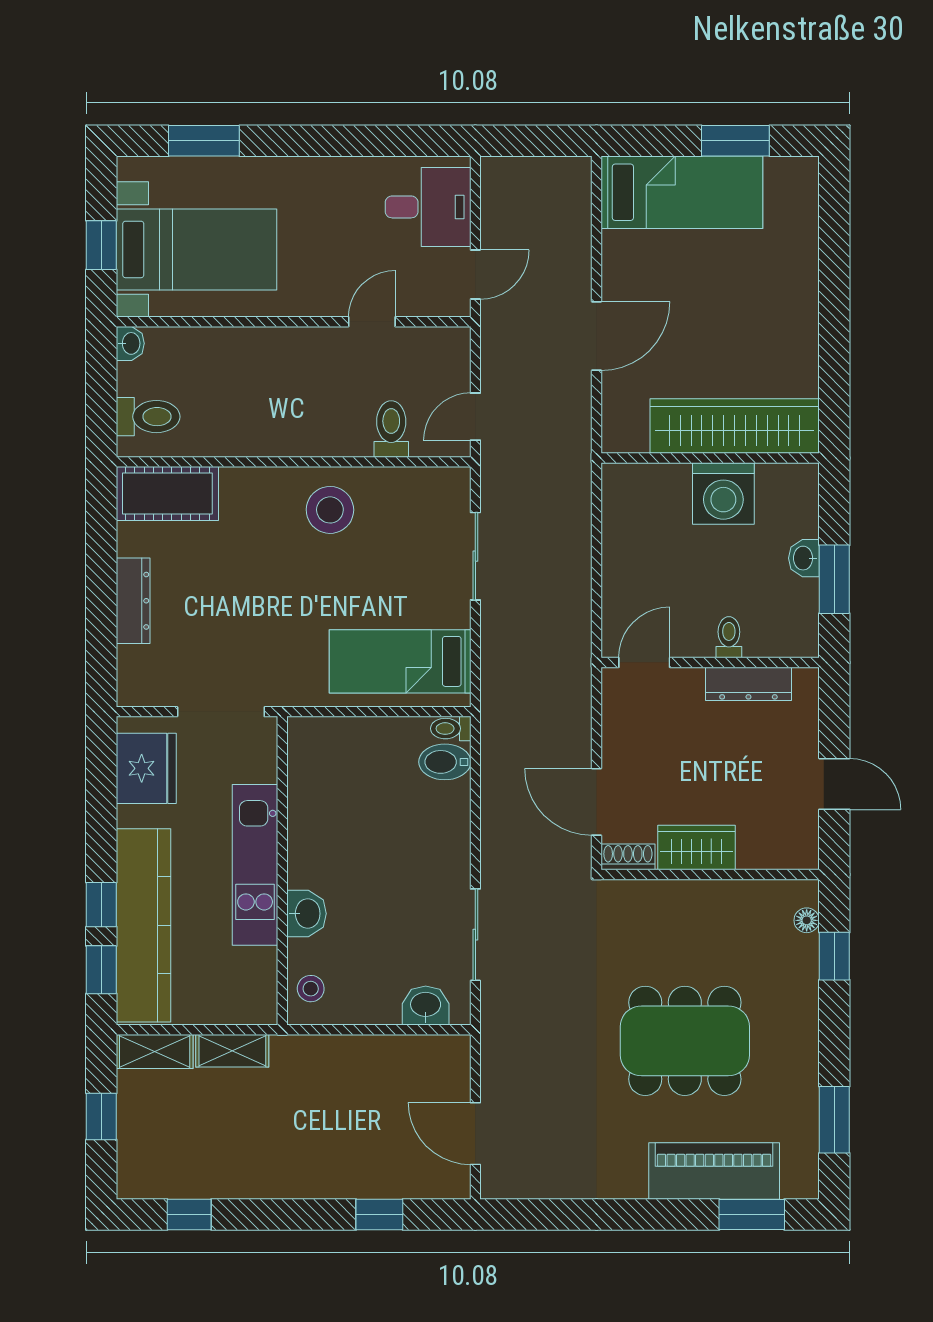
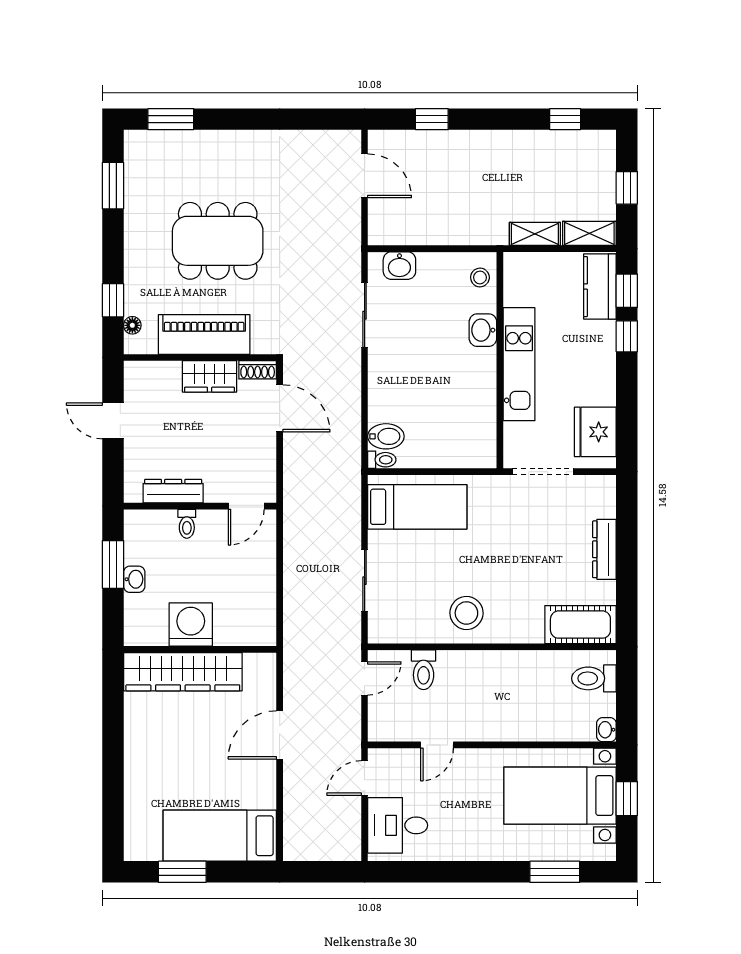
kitchen counter: (144, 925) -> (600, 287), width x0.48, depth x0.86
piano: (714, 1171) -> (204, 334), moved, turned 180

